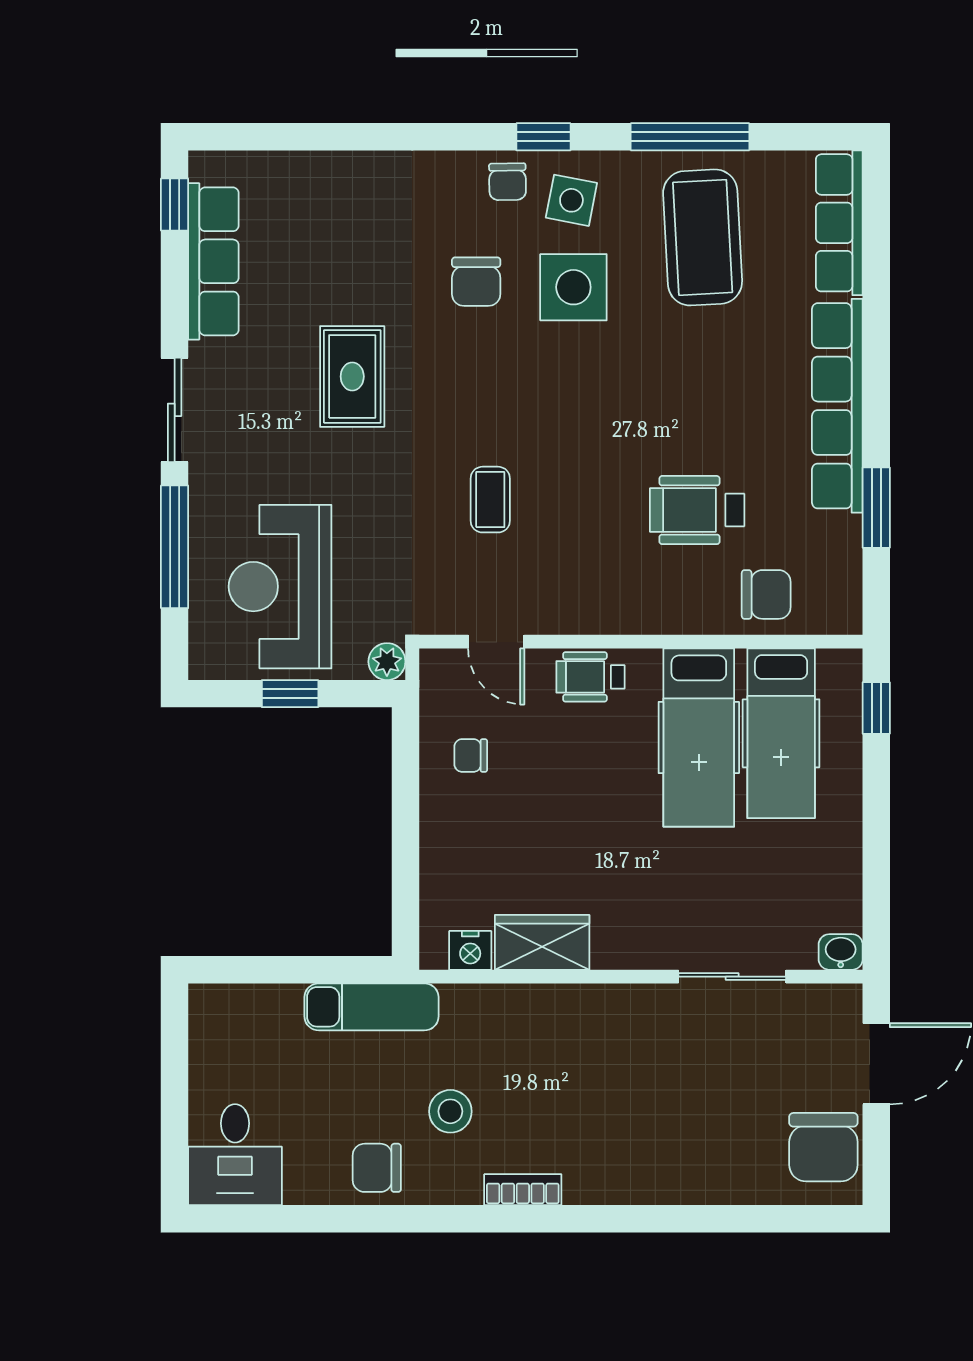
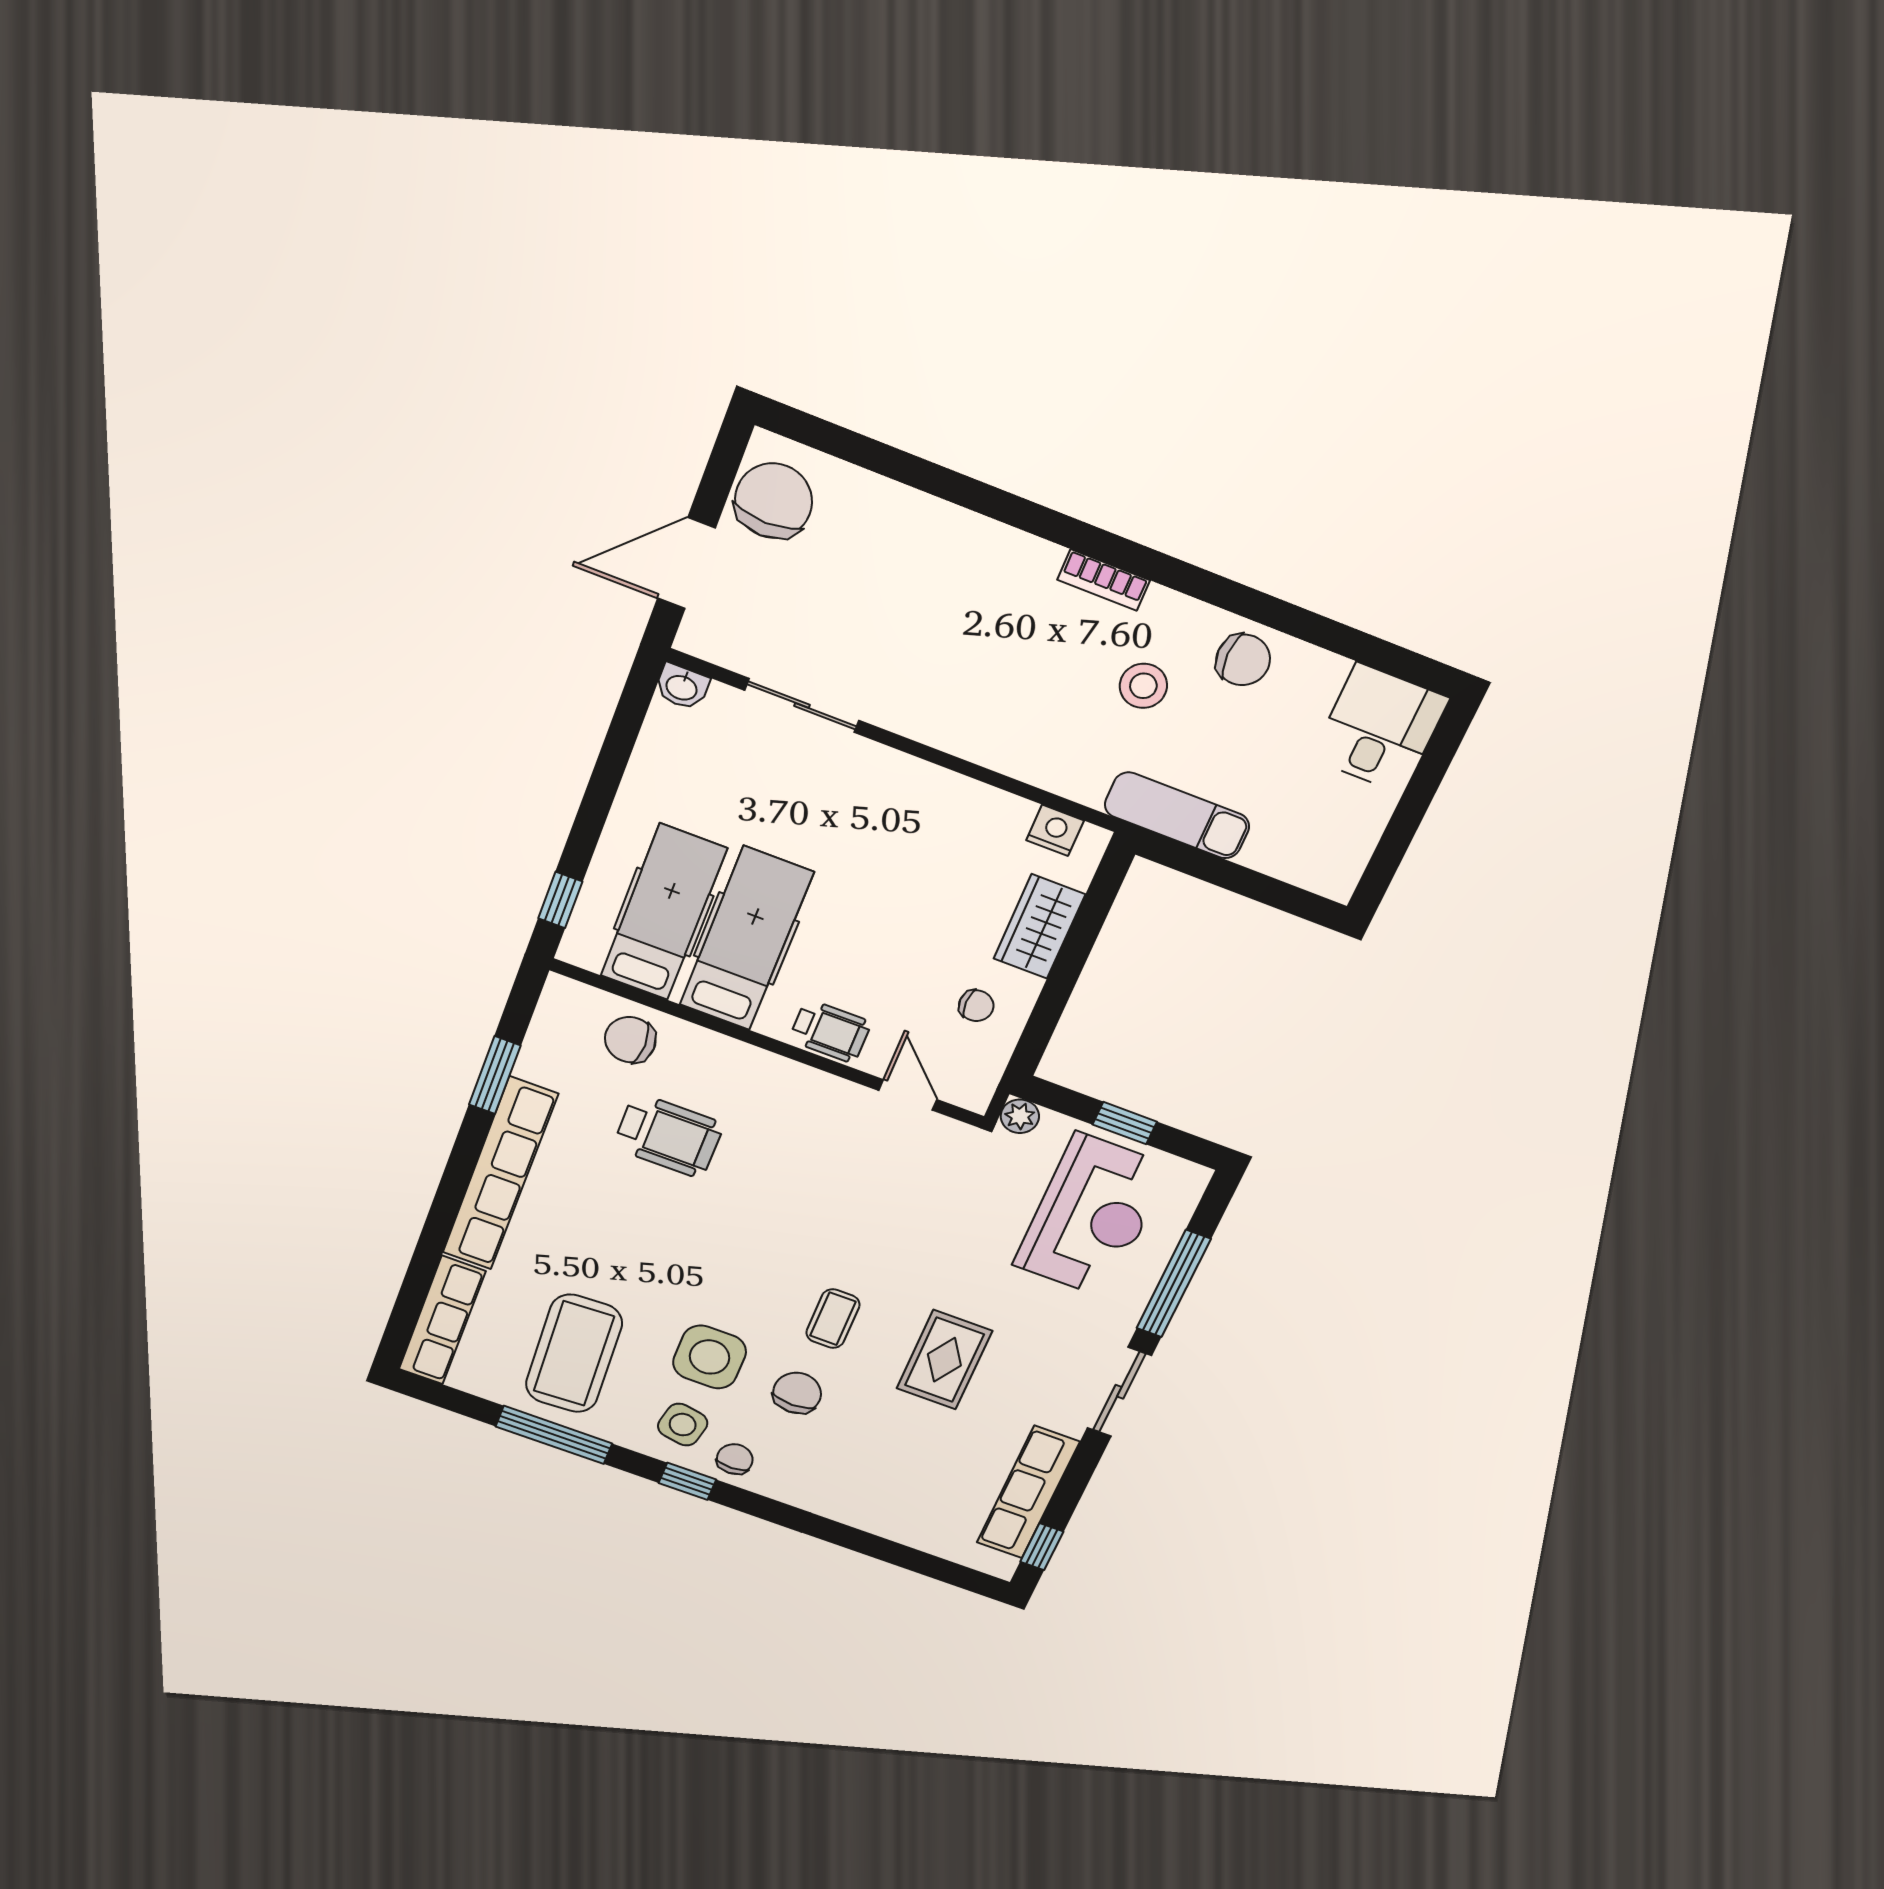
coffee table: (490, 500) -> (833, 1319), moved
wardrobe: (542, 942) -> (1039, 927), moved, turned 90

